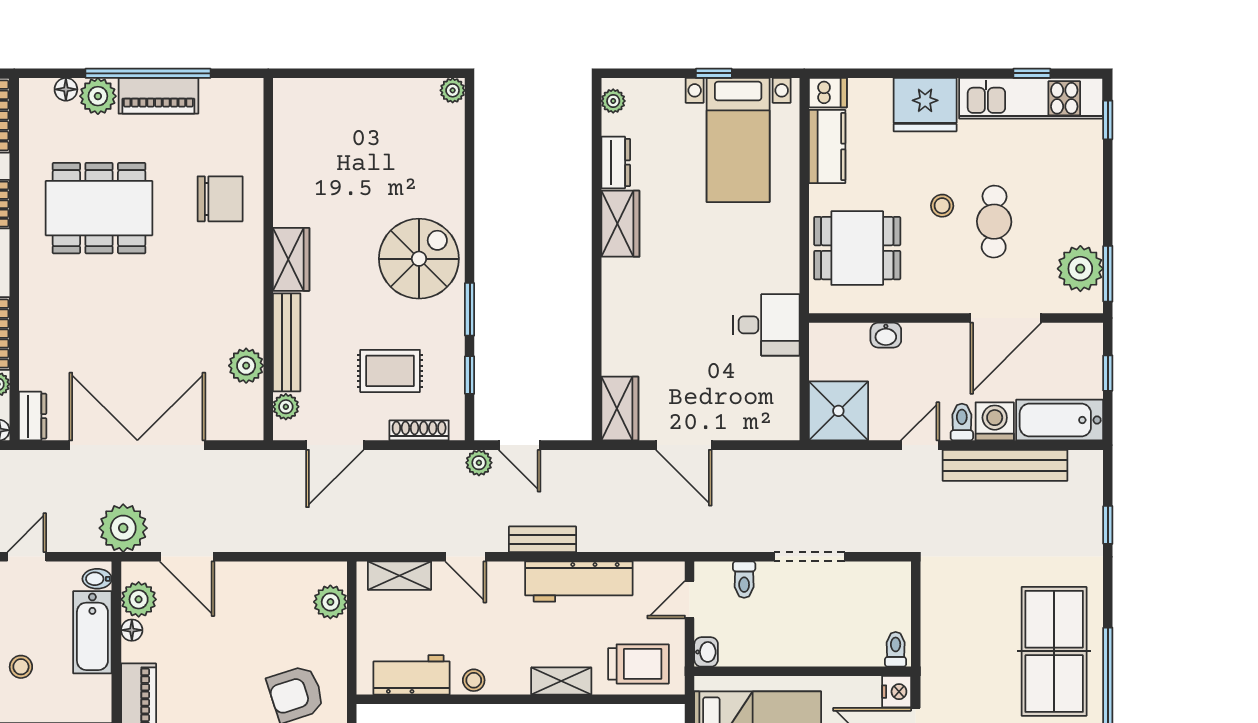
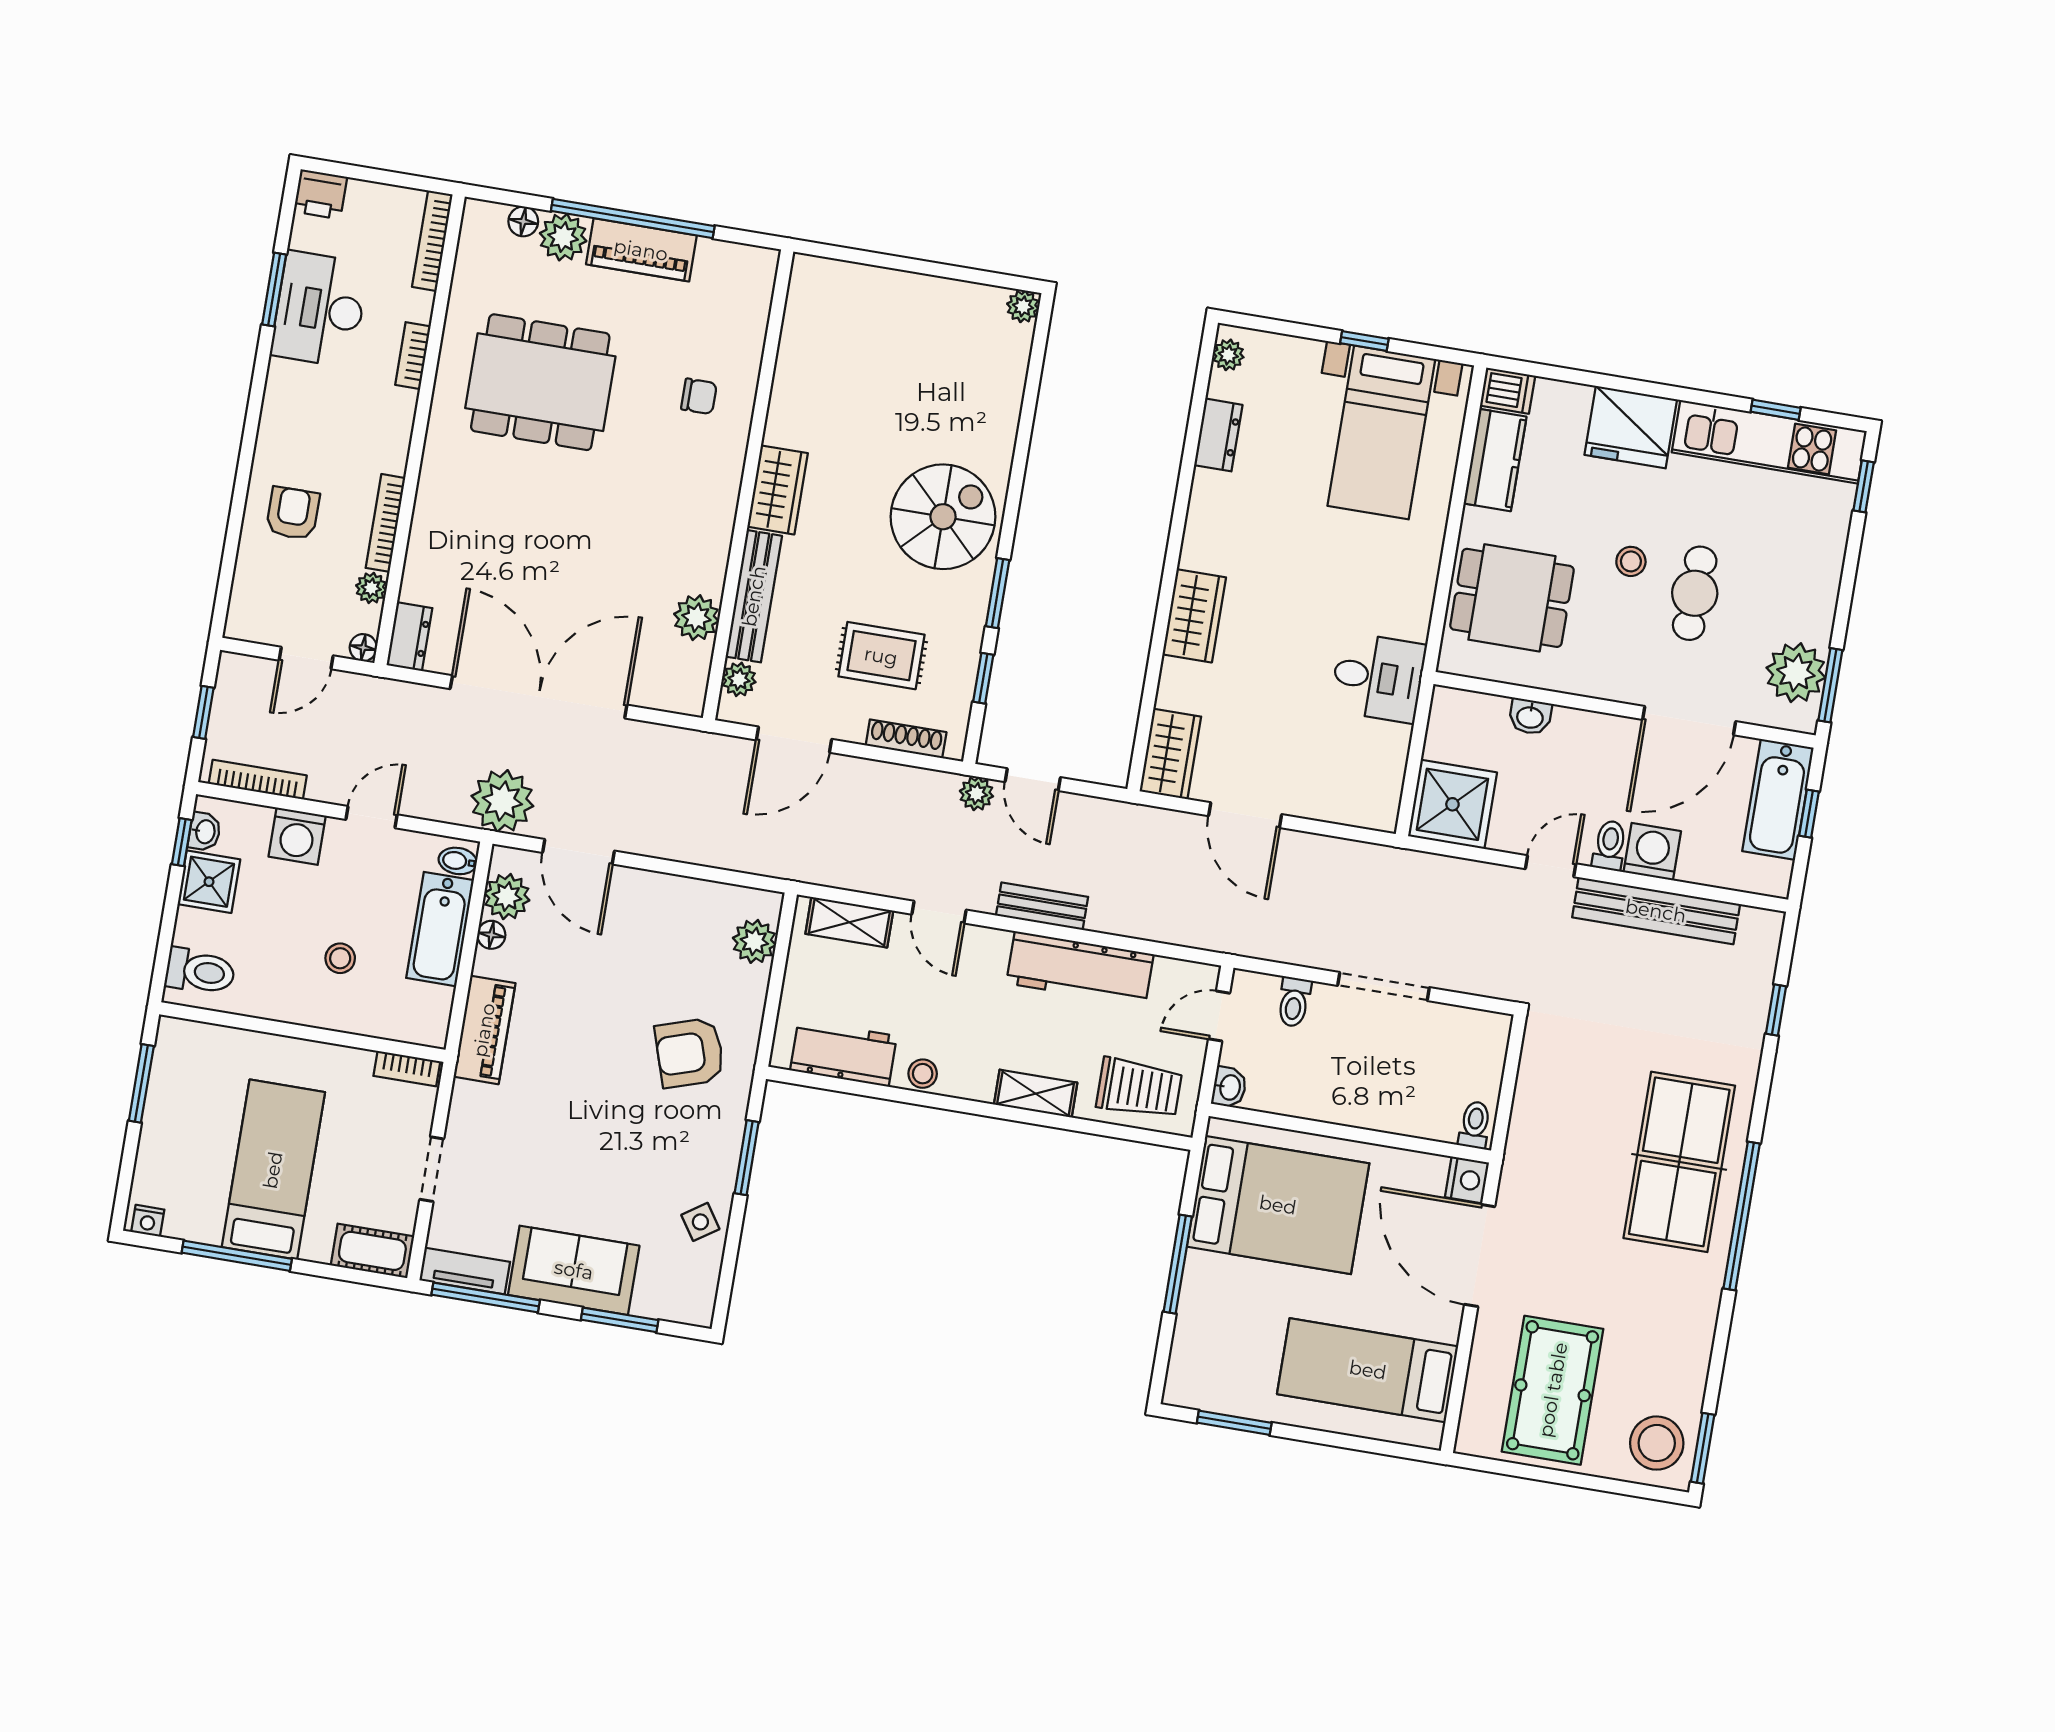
chair: (220, 199) -> (699, 396), width x0.54, depth x0.54
wardrobe: (620, 224) -> (1194, 616), moved
bathtub: (1060, 420) -> (1778, 799), moved, turned -90

